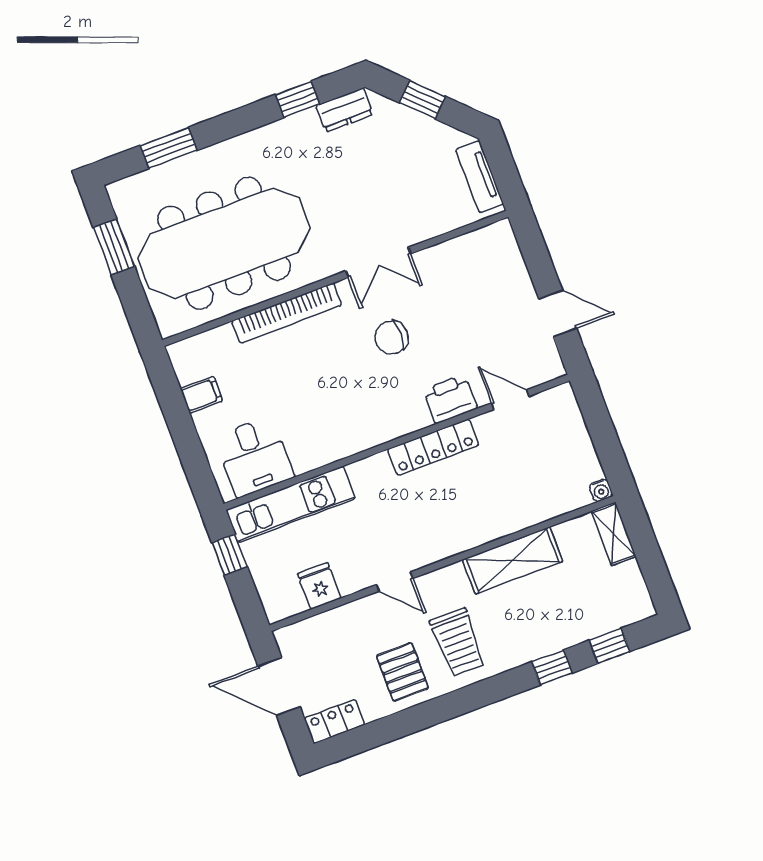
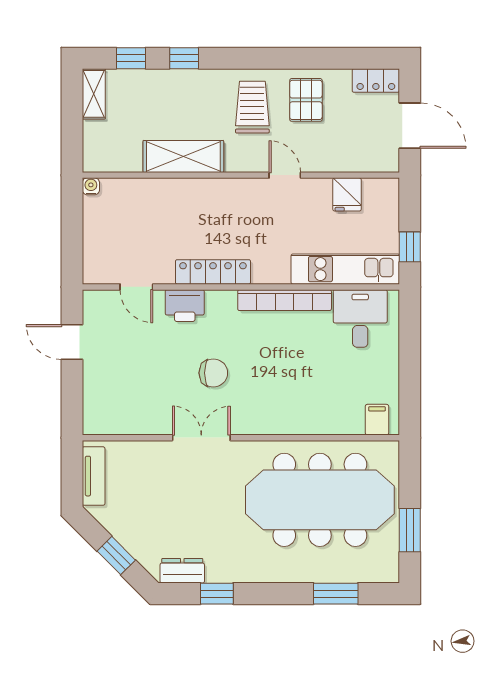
bookcase: (287, 313) -> (285, 300), moved, turned 180
filing cabinet: (201, 395) -> (377, 420), moved, turned 90
shelving: (614, 534) -> (94, 94), moved

